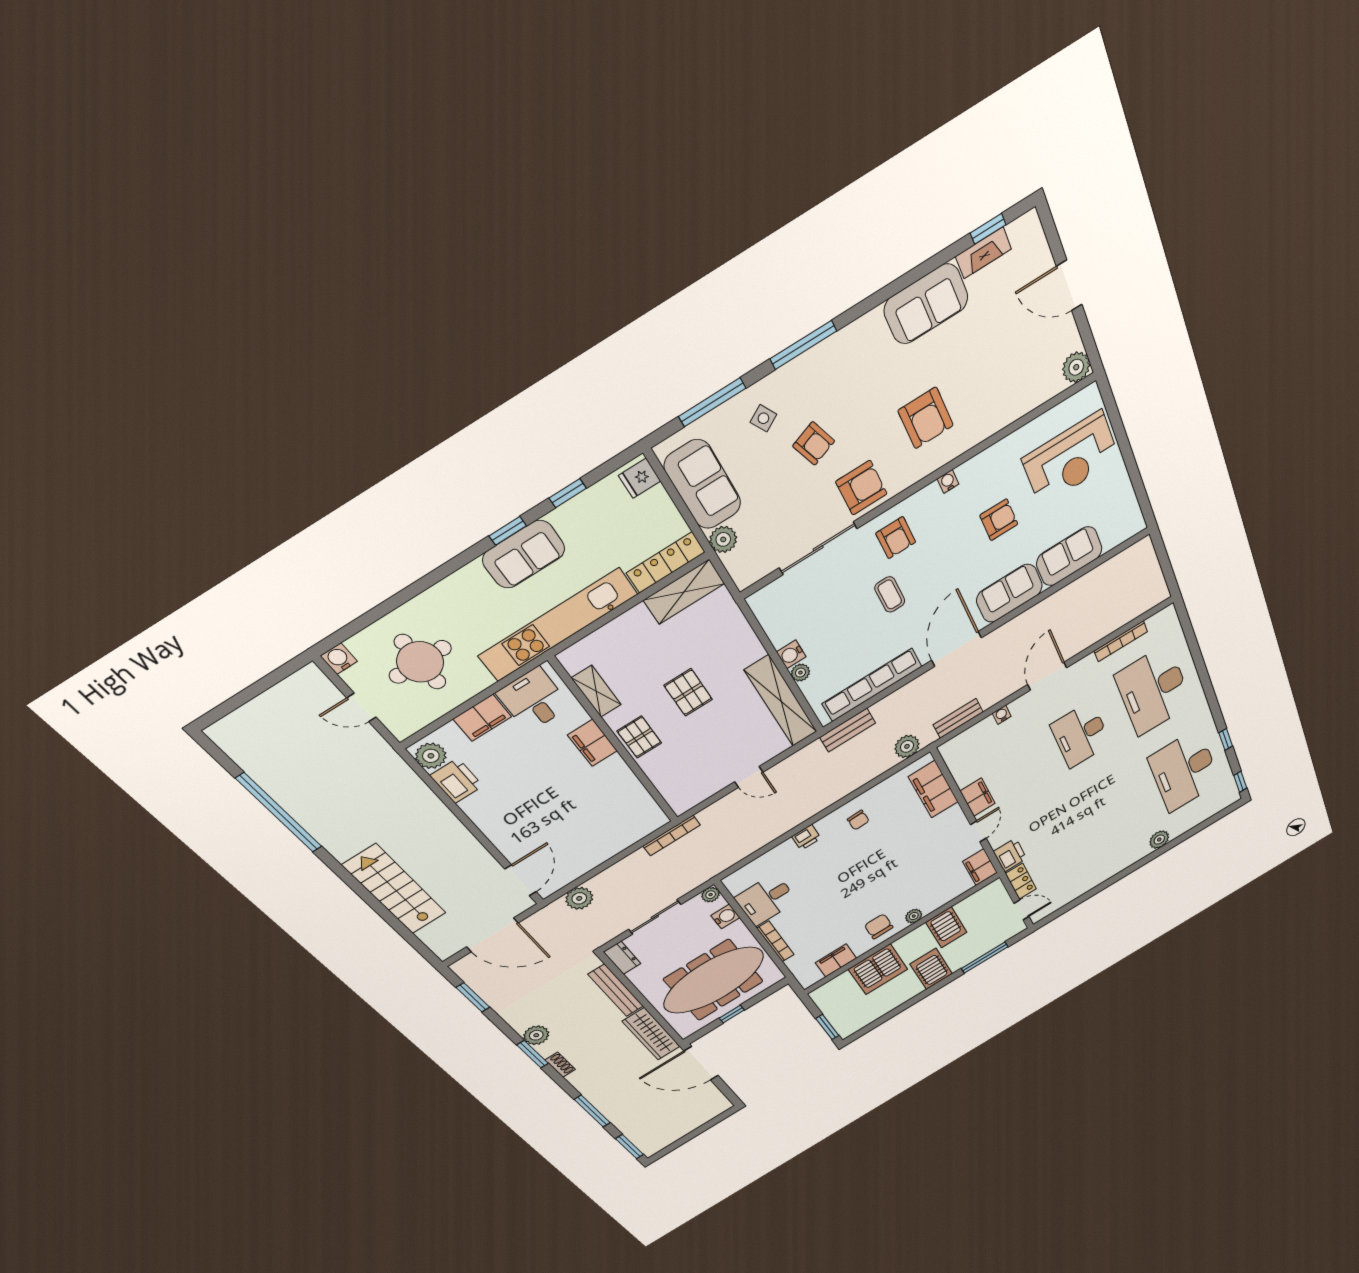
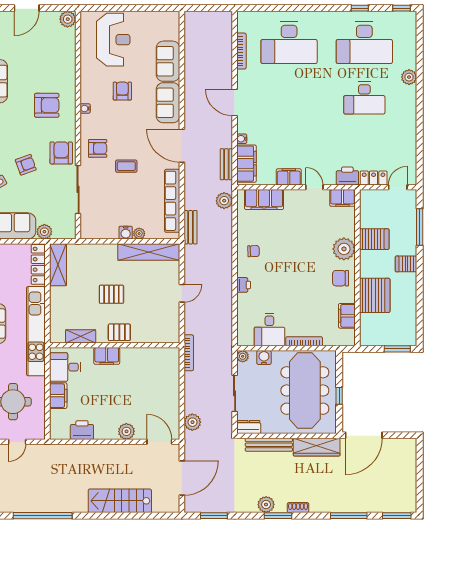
desk: (1081, 735) -> (364, 98), moved
filing cabinet: (971, 741) -> (246, 164), added
plant: (431, 756) -> (126, 431), moved
plant: (914, 916) -> (344, 249), width x1.88, depth x1.88
server rack: (931, 969) -> (406, 264), width x0.73, depth x0.70

